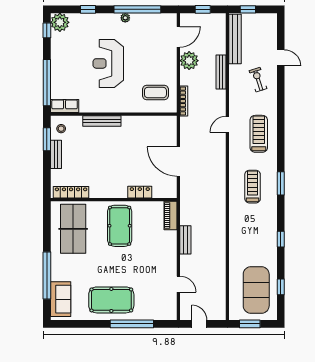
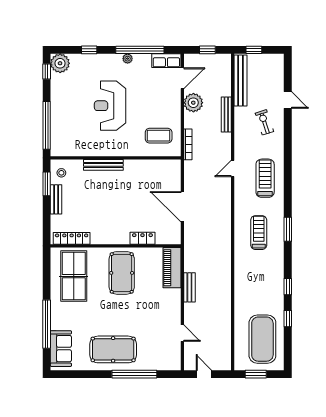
row of seats: (65, 106) -> (166, 61), moved, turned 180
piano: (171, 215) -> (172, 268), width x1.37, depth x1.33
window: (281, 287) -> (288, 319), moved

